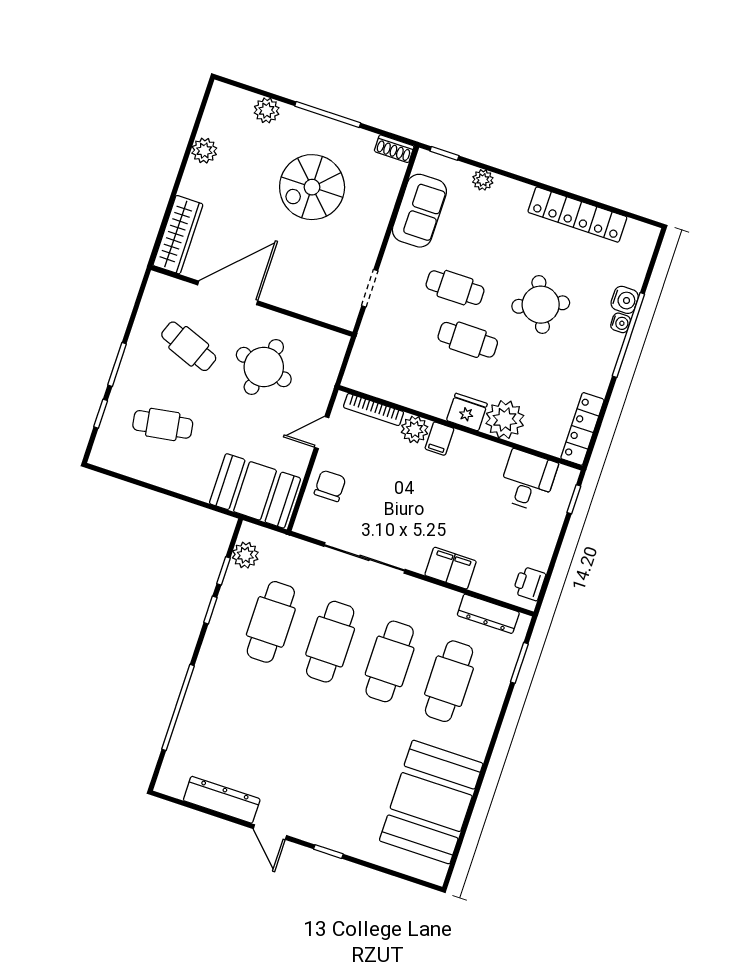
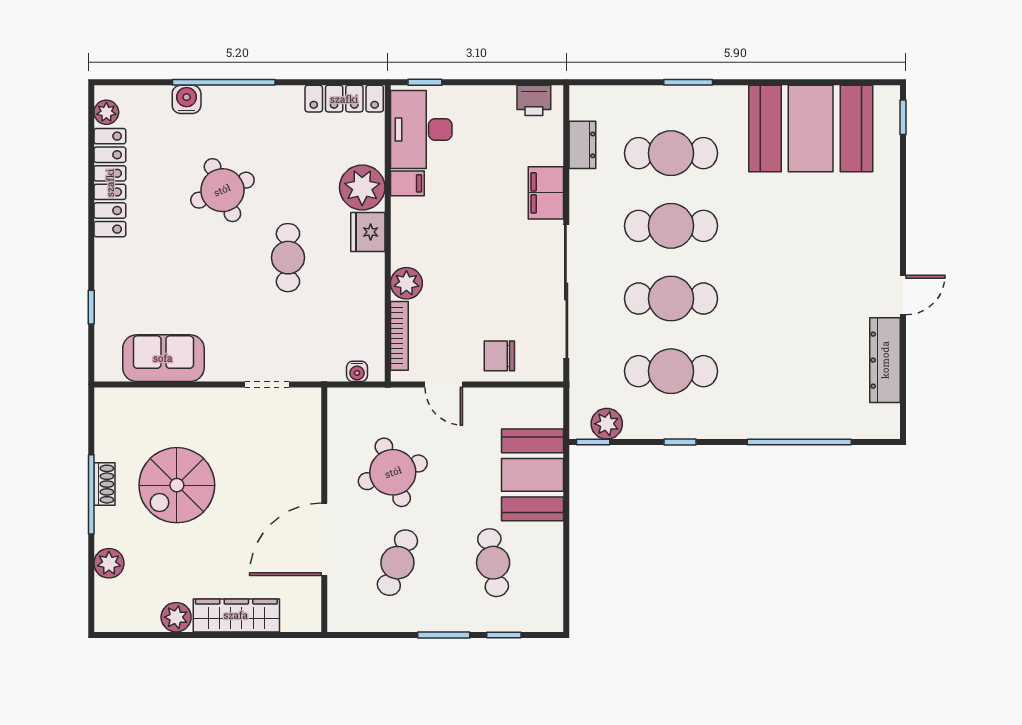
shoe rack: (394, 149) -> (104, 484), moved
window: (444, 153) -> (91, 307), moved
plant: (483, 180) -> (106, 112), moved
spiral stairs: (312, 187) -> (177, 485), turned 90
wardrobe: (178, 235) -> (236, 615), moved
cafe table: (455, 288) -> (235, 291), removed
door: (228, 293) -> (324, 539), hinge flipped
water cooler: (621, 323) -> (357, 371), moved, turned 180
round table: (264, 367) -> (393, 472), turned -32
filing cabinet: (439, 439) -> (407, 183), moved
desk: (528, 481) -> (421, 129), width x1.37
booth: (255, 491) -> (532, 475), moved
sliding door: (364, 558) -> (566, 291), width x1.36
window: (223, 571) -> (593, 442), moved
dresser: (488, 614) -> (582, 145), width x0.70
window: (519, 663) -> (688, 82), moved
window: (328, 852) -> (903, 117), moved

